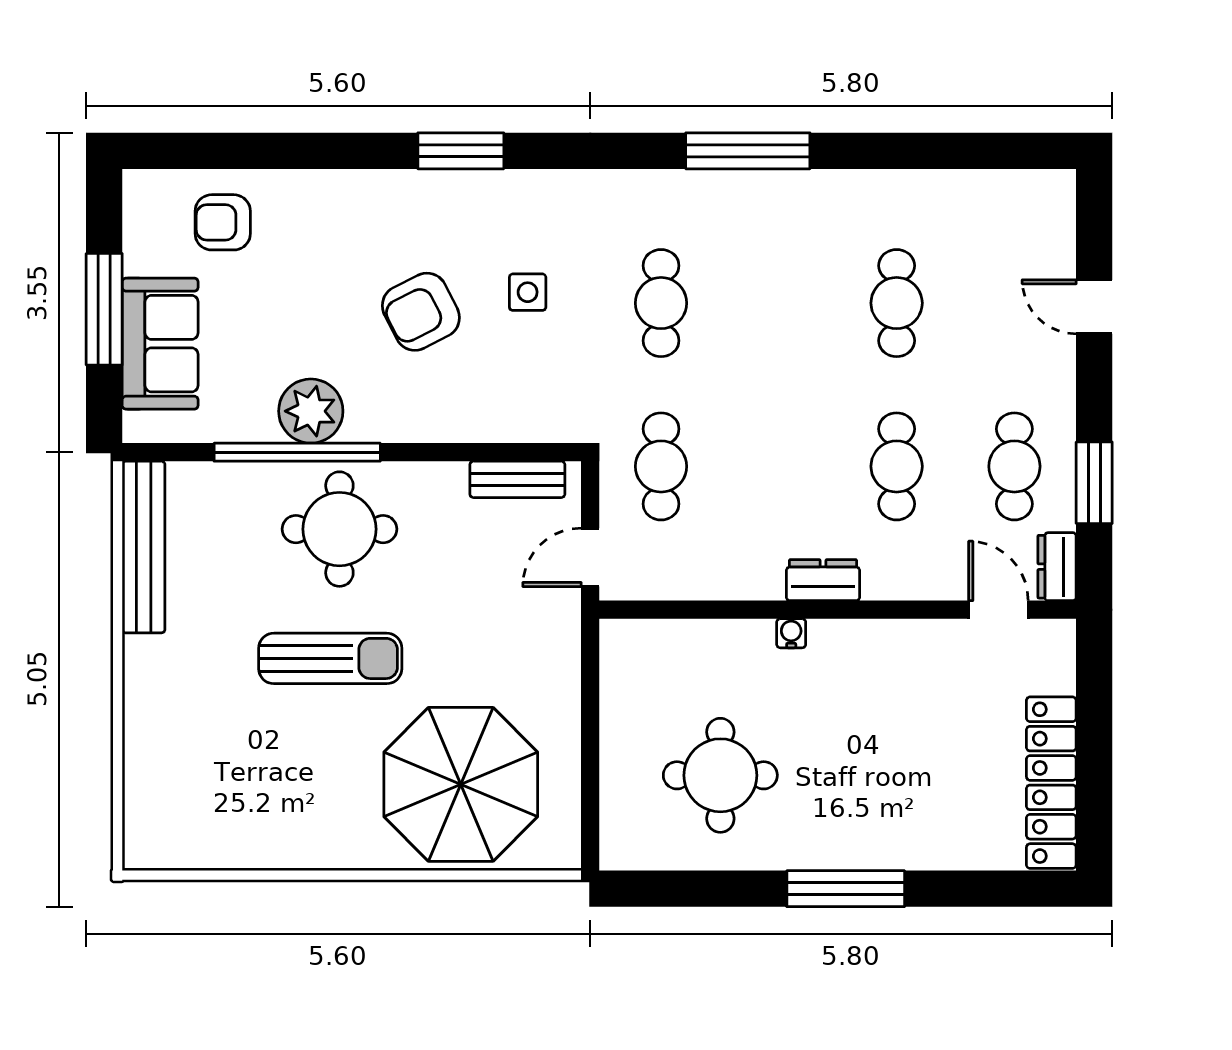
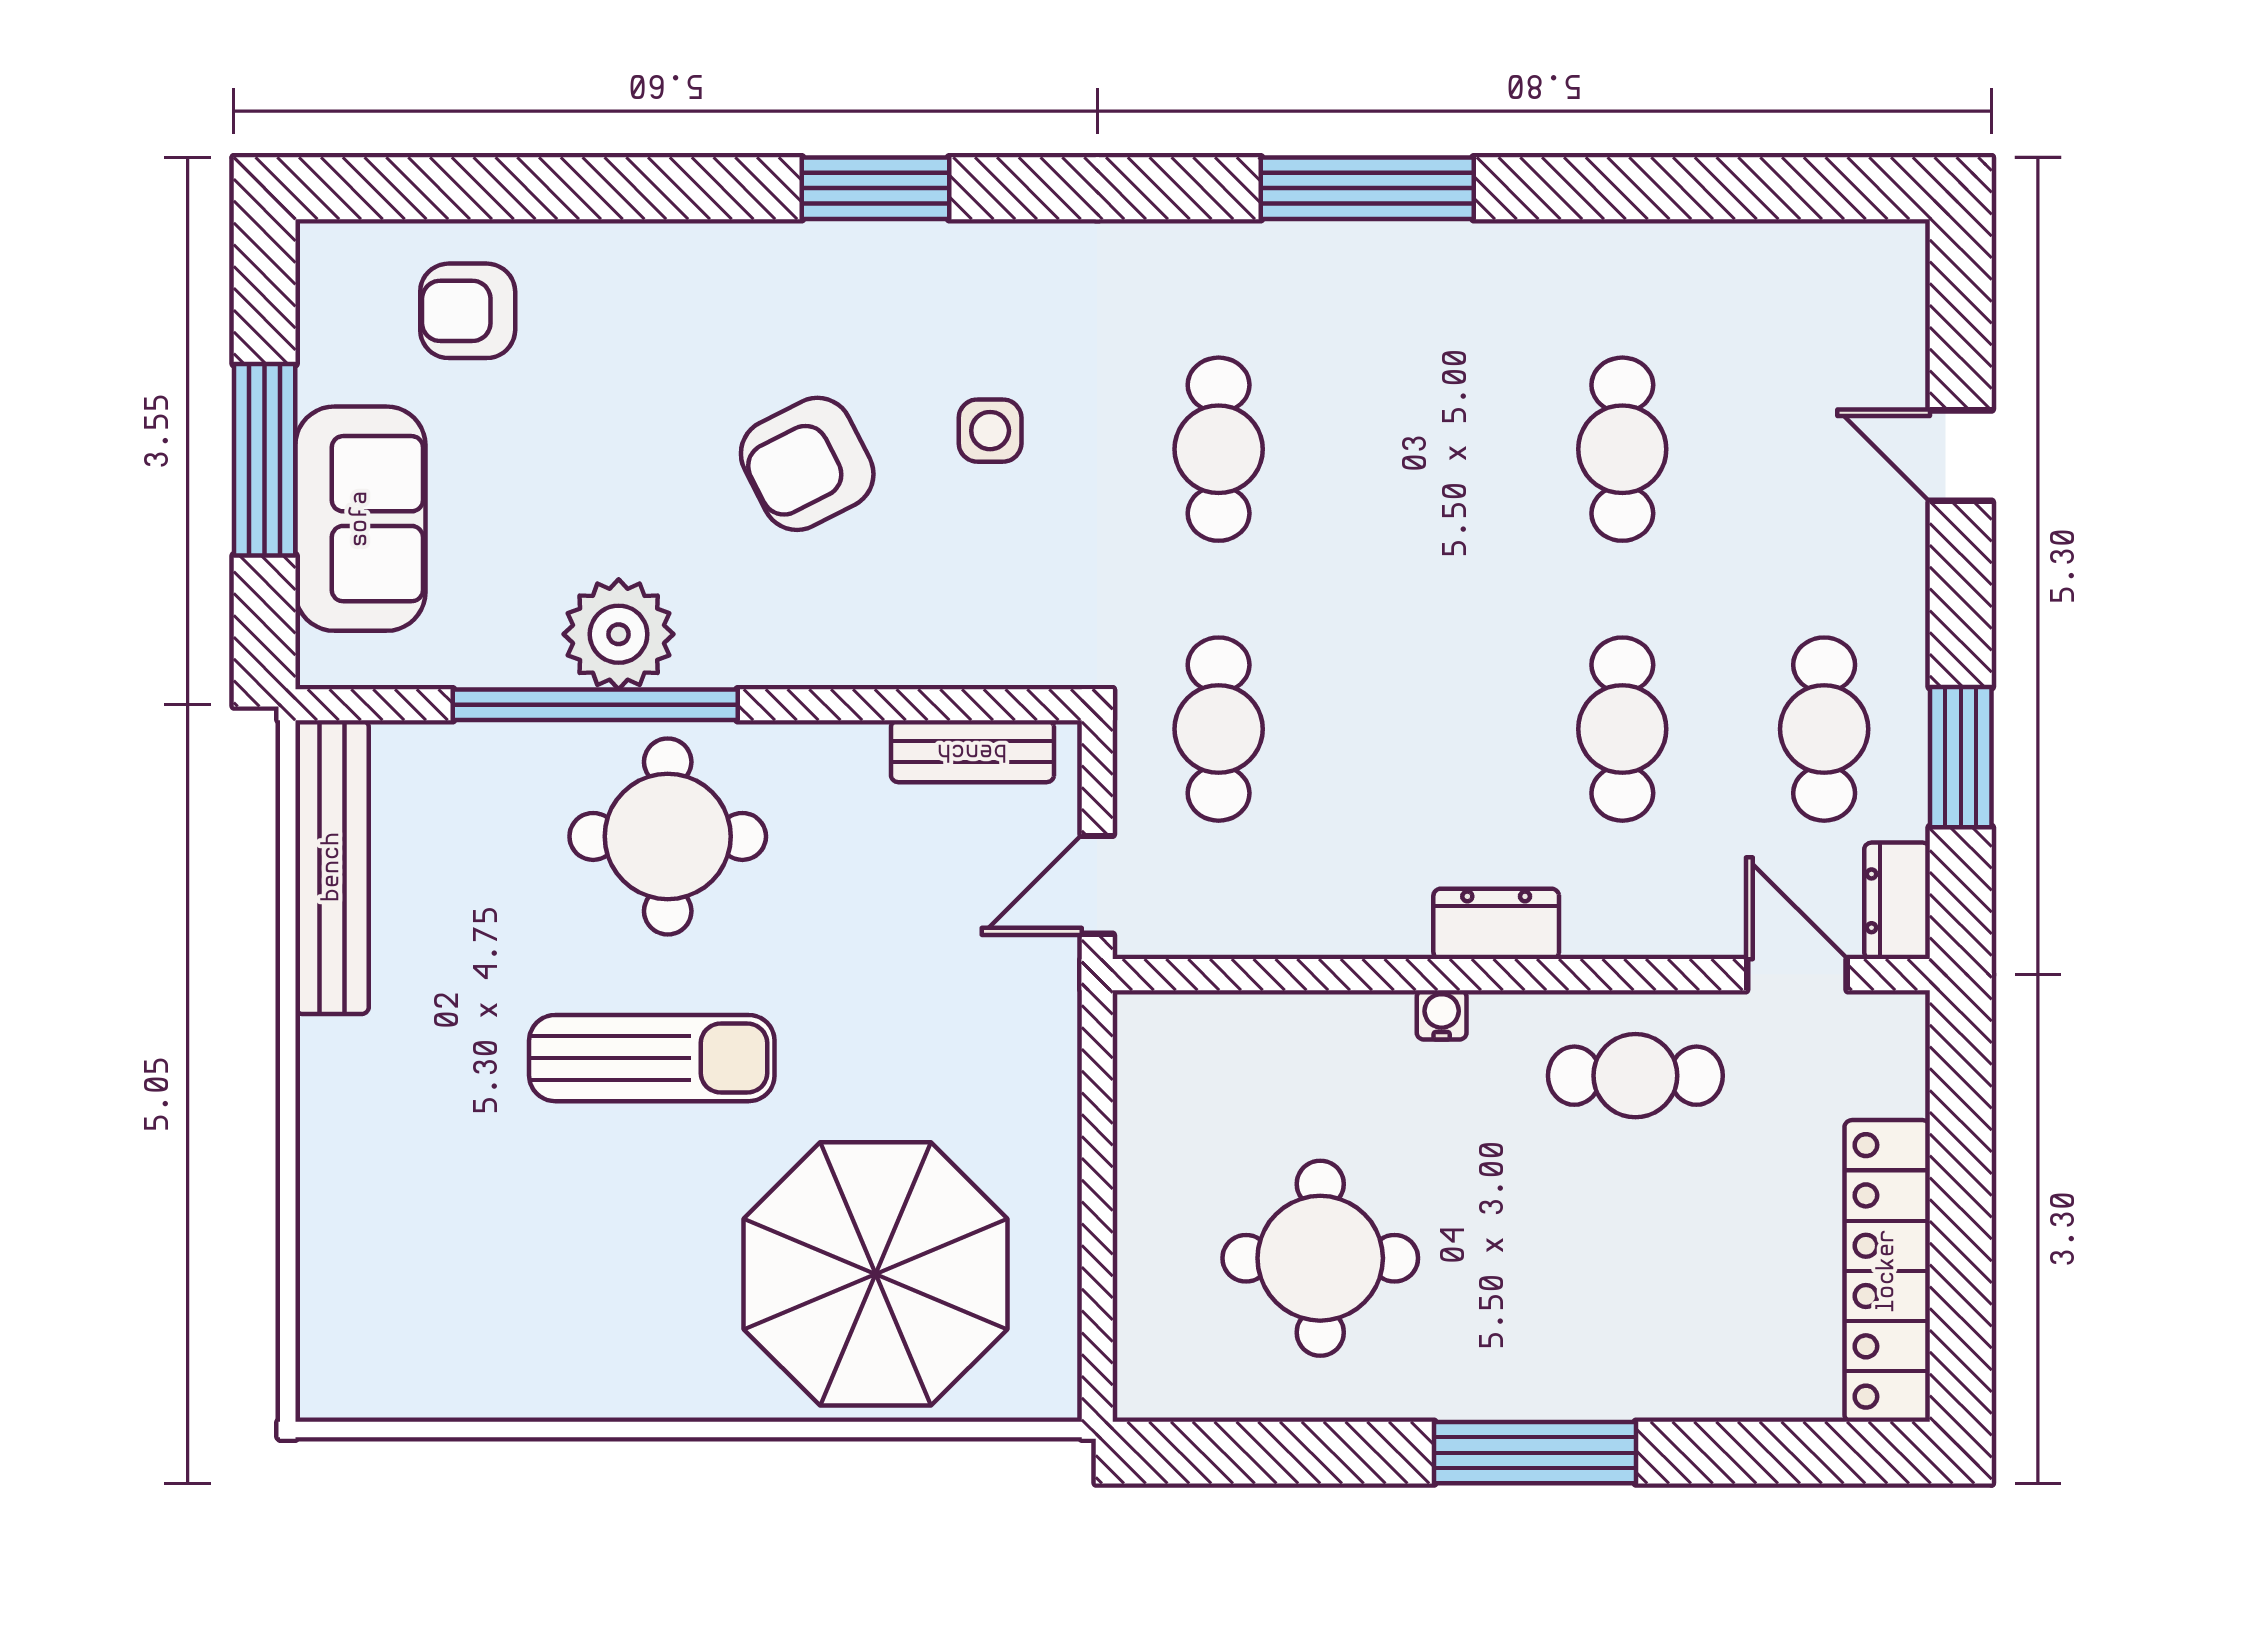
cafe table: (904, 669) -> (1635, 1076), added

